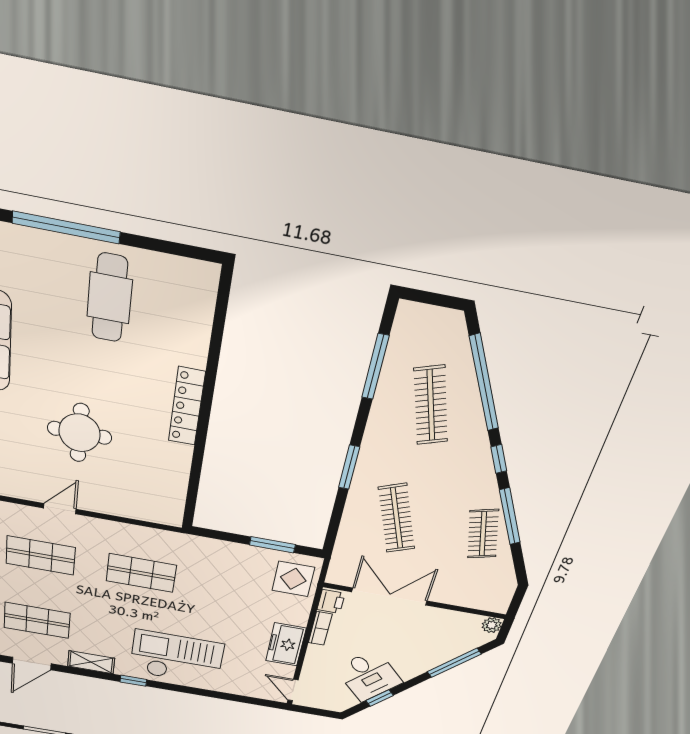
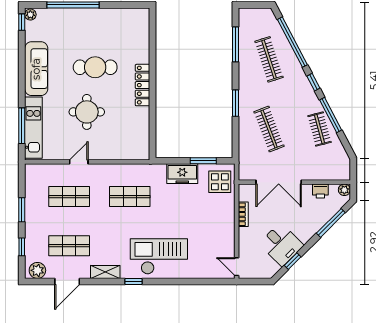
cafe table: (110, 298) -> (95, 67), moved, turned 90
double door: (389, 596) -> (279, 182), swing flipped
printer: (331, 601) -> (320, 191), moved, turned 90
freezer: (286, 644) -> (182, 174), moved, turned -90

